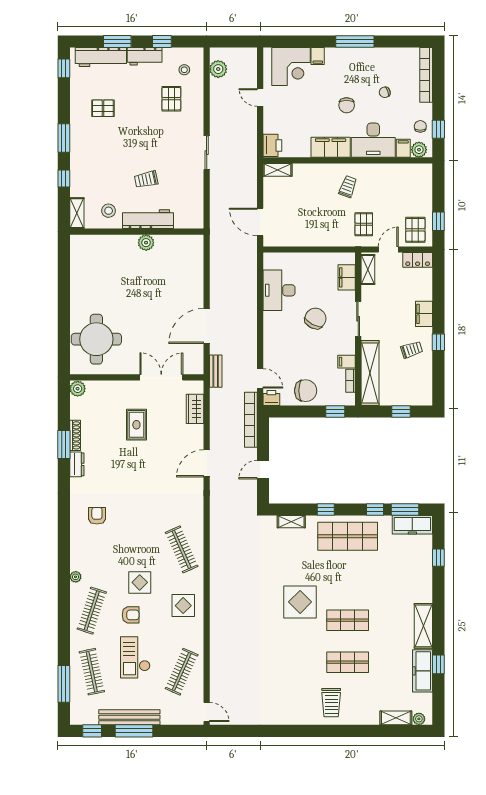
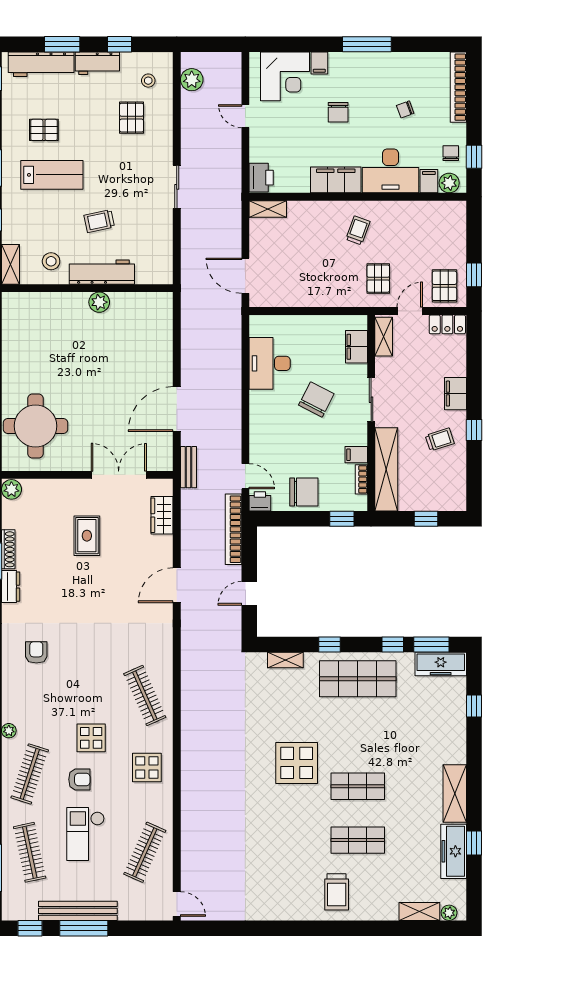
chair: (347, 105) -> (338, 112), moved
lab bench: (109, 143) -> (52, 175), added

